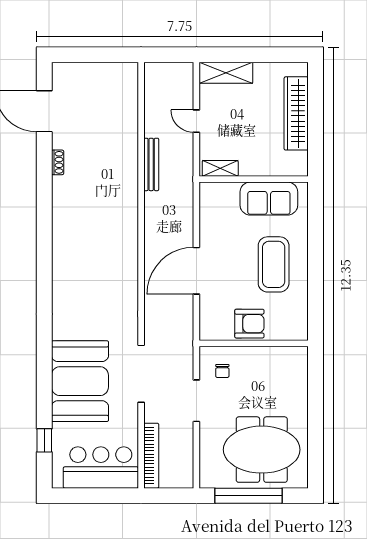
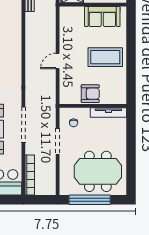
coffee table: (274, 264) -> (105, 57), turned 90
door: (196, 271) -> (58, 61), width x0.53
tv unit: (279, 354) -> (108, 112), added

